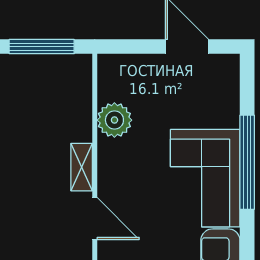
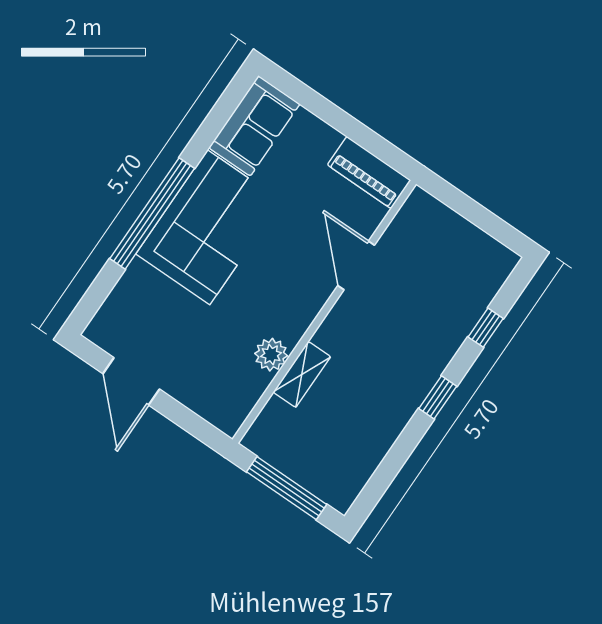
plant: (114, 120) -> (271, 355), width x0.73, depth x0.73
shelving: (82, 167) -> (302, 374), moved

